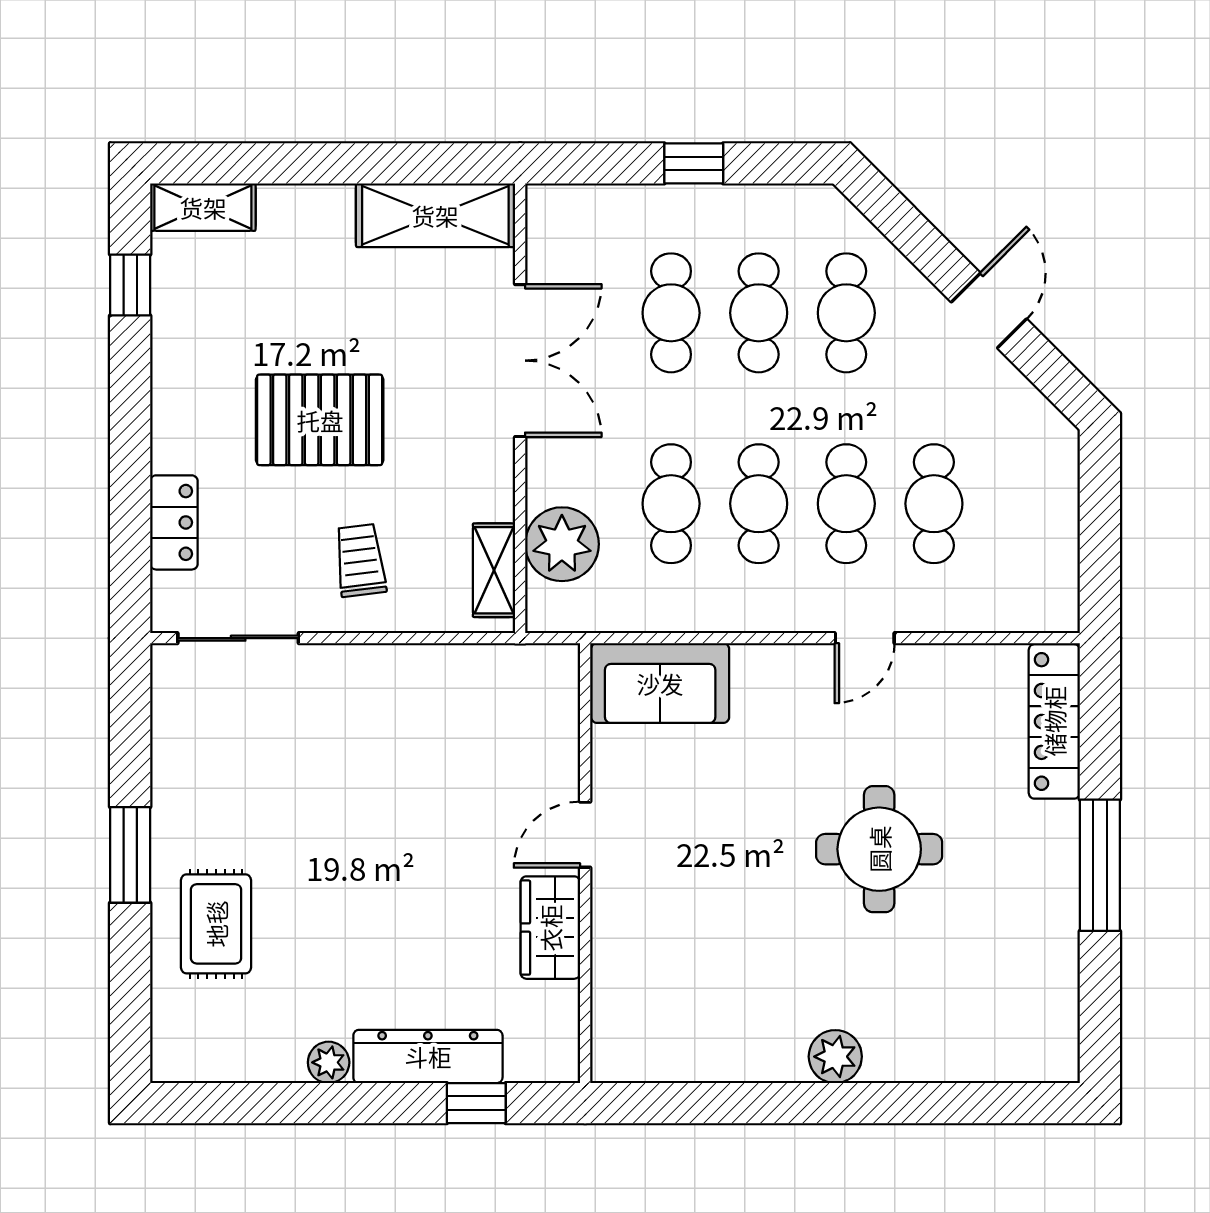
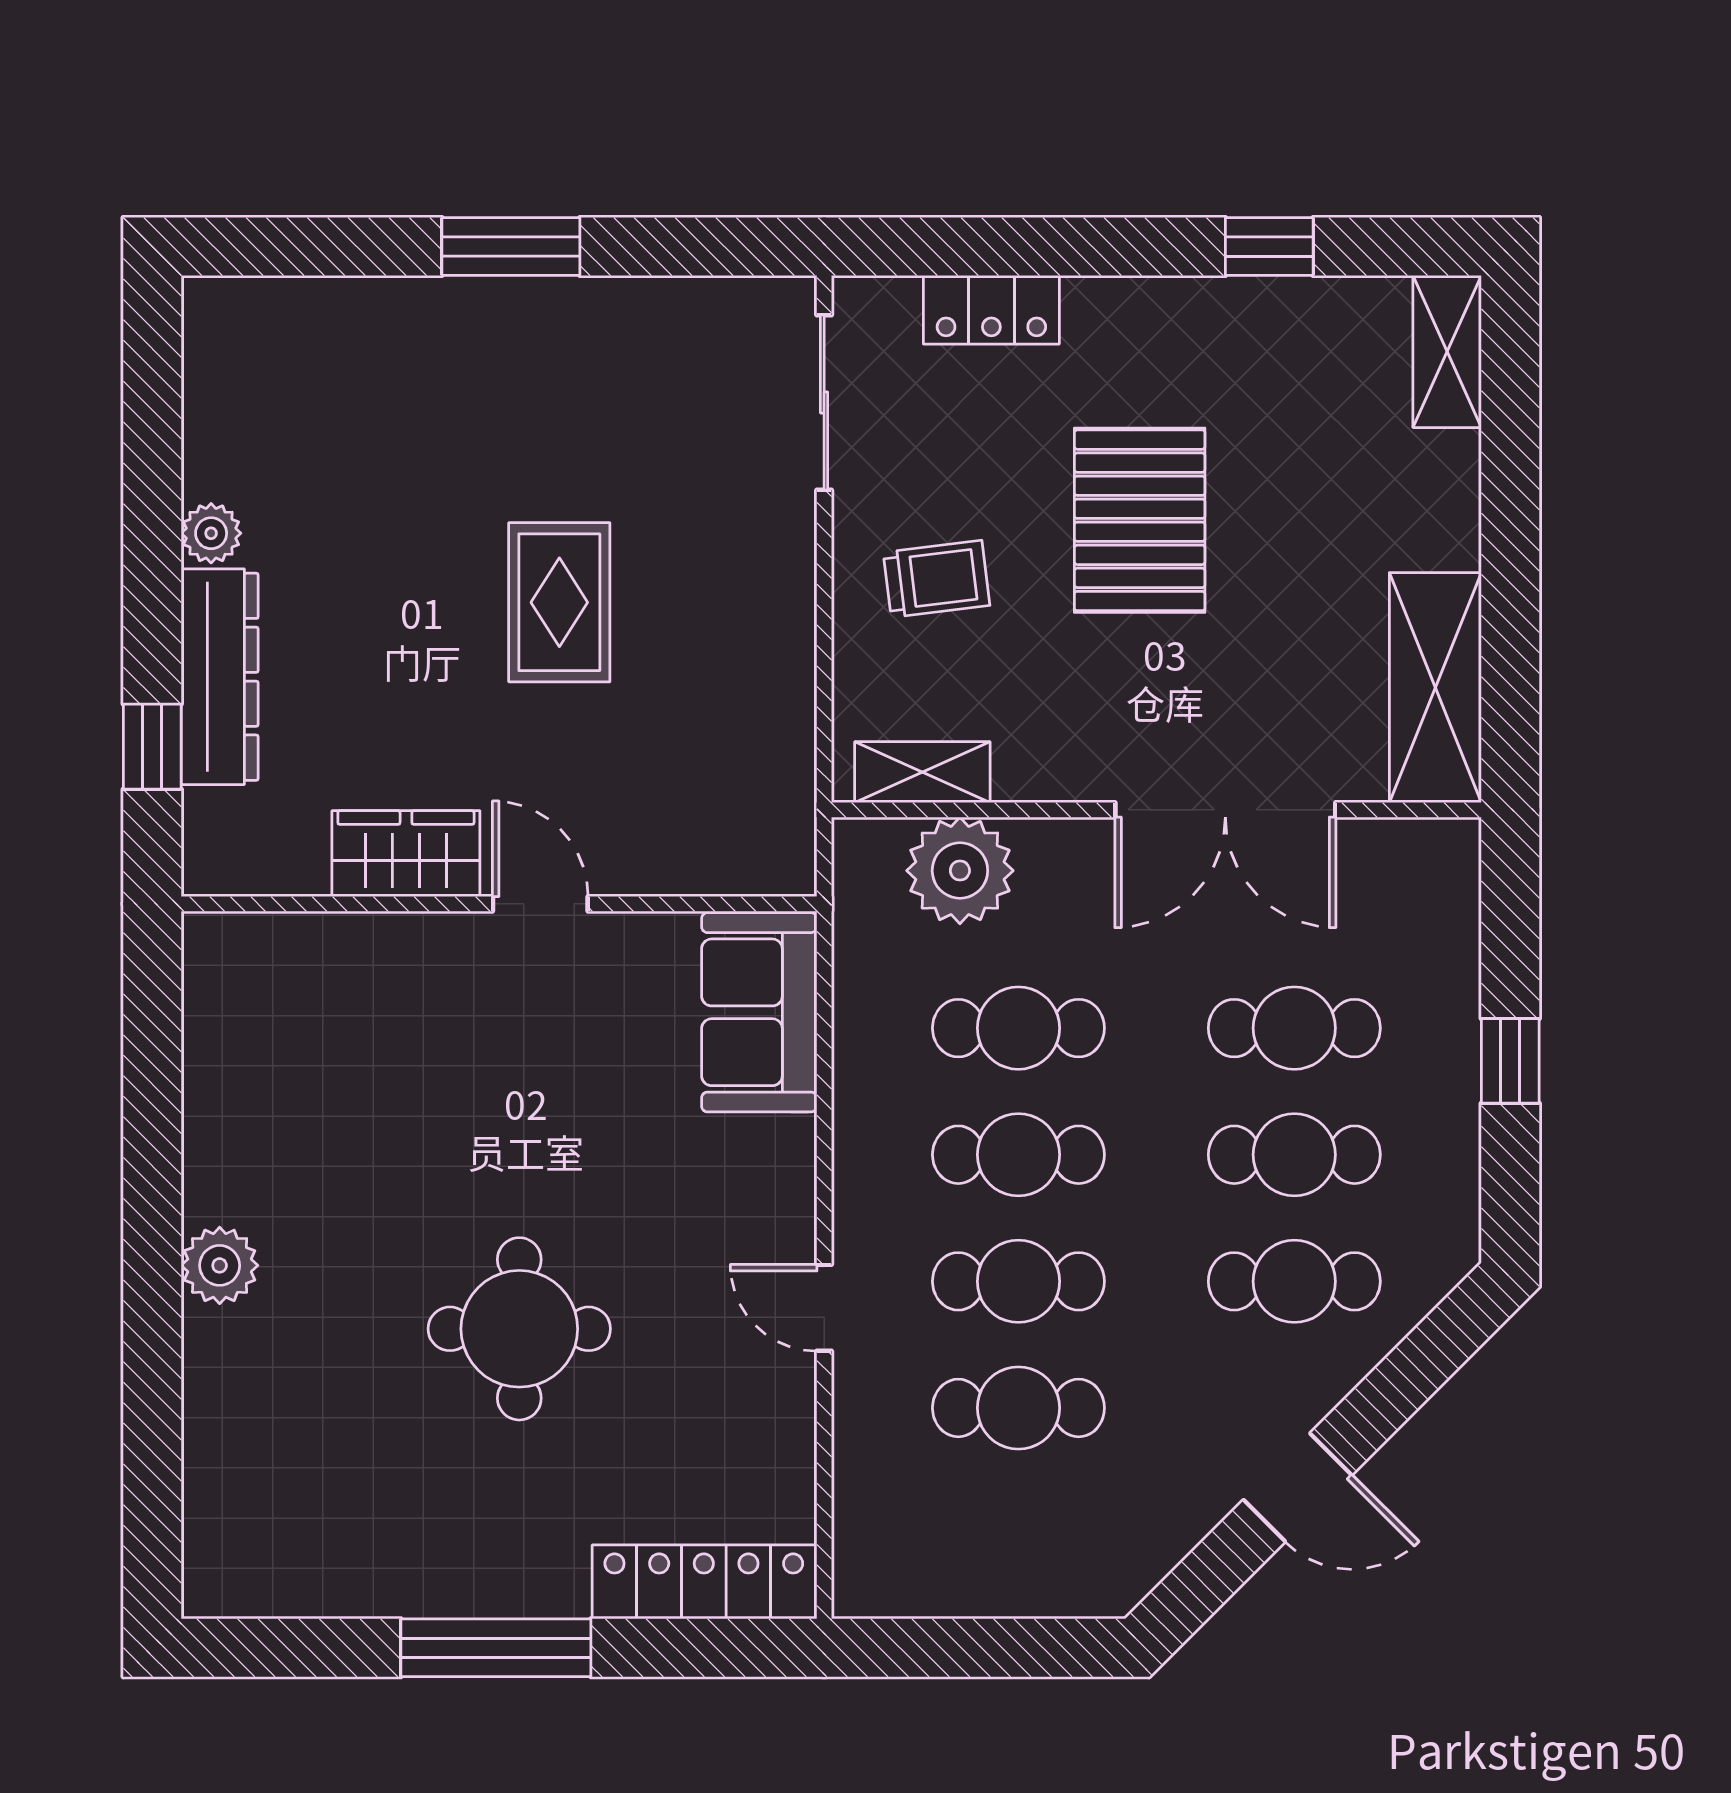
window: (130, 285) -> (1269, 246), moved
rug: (216, 924) -> (559, 602), moved, turned 90

